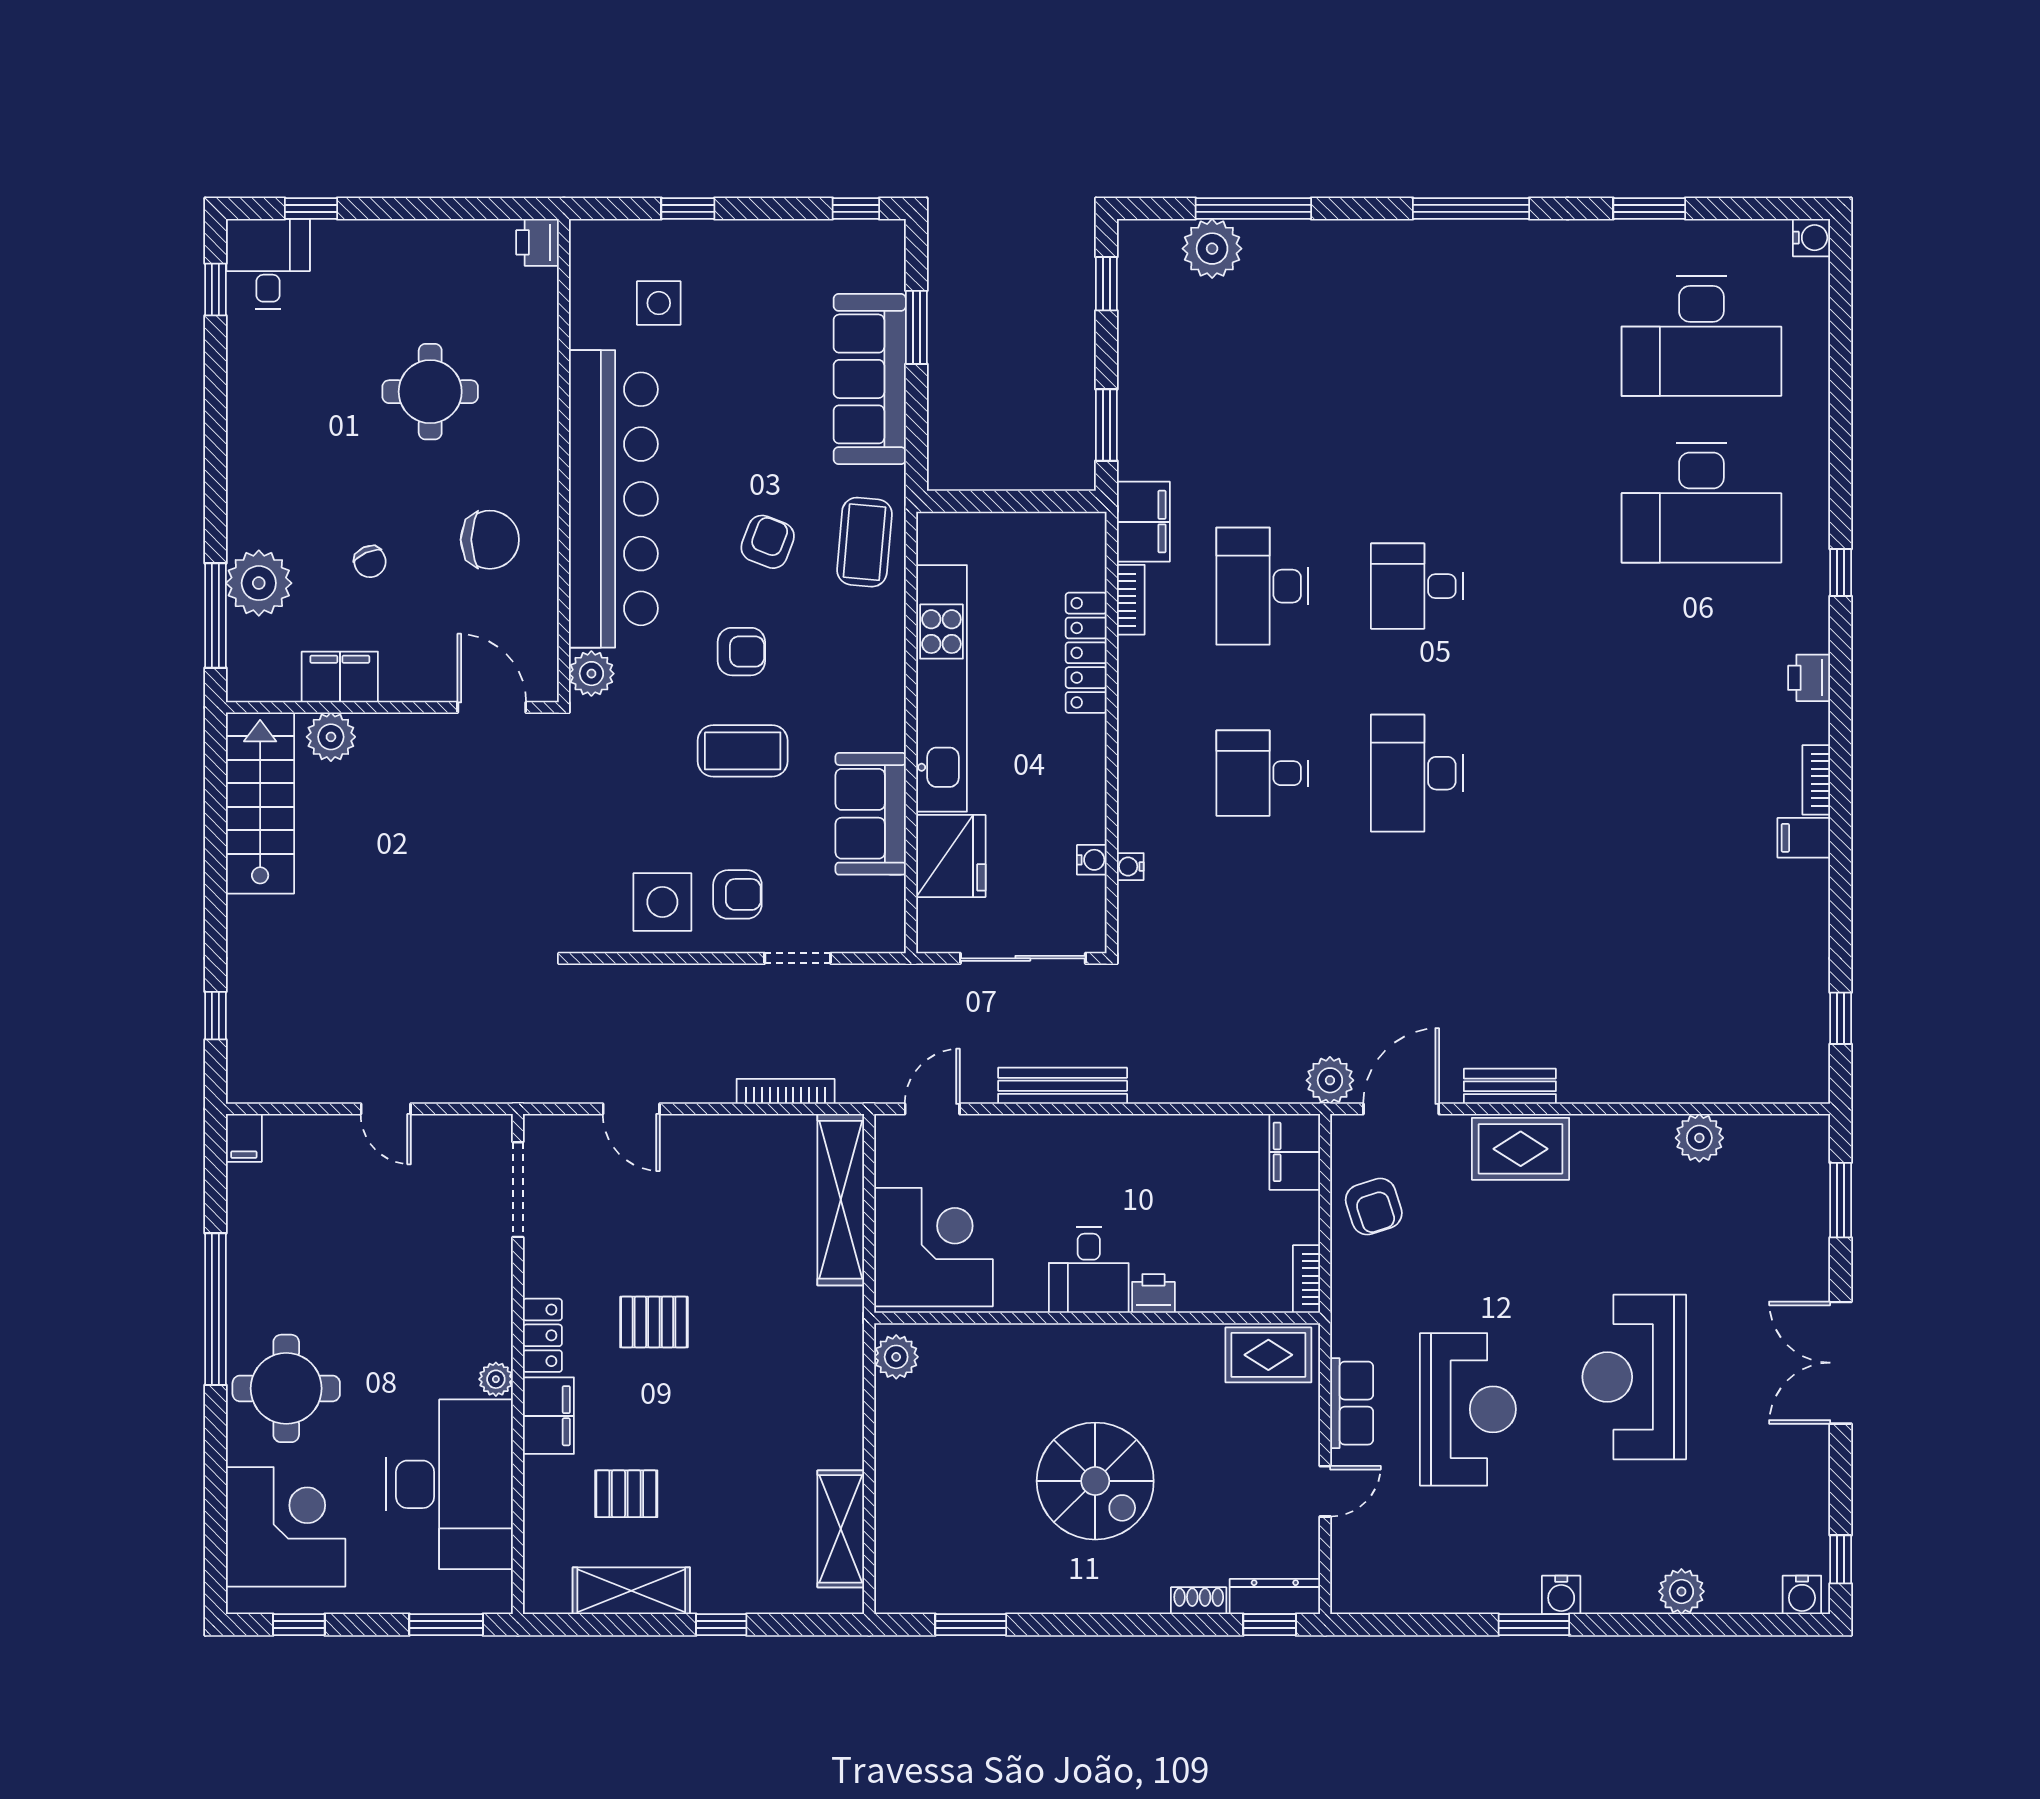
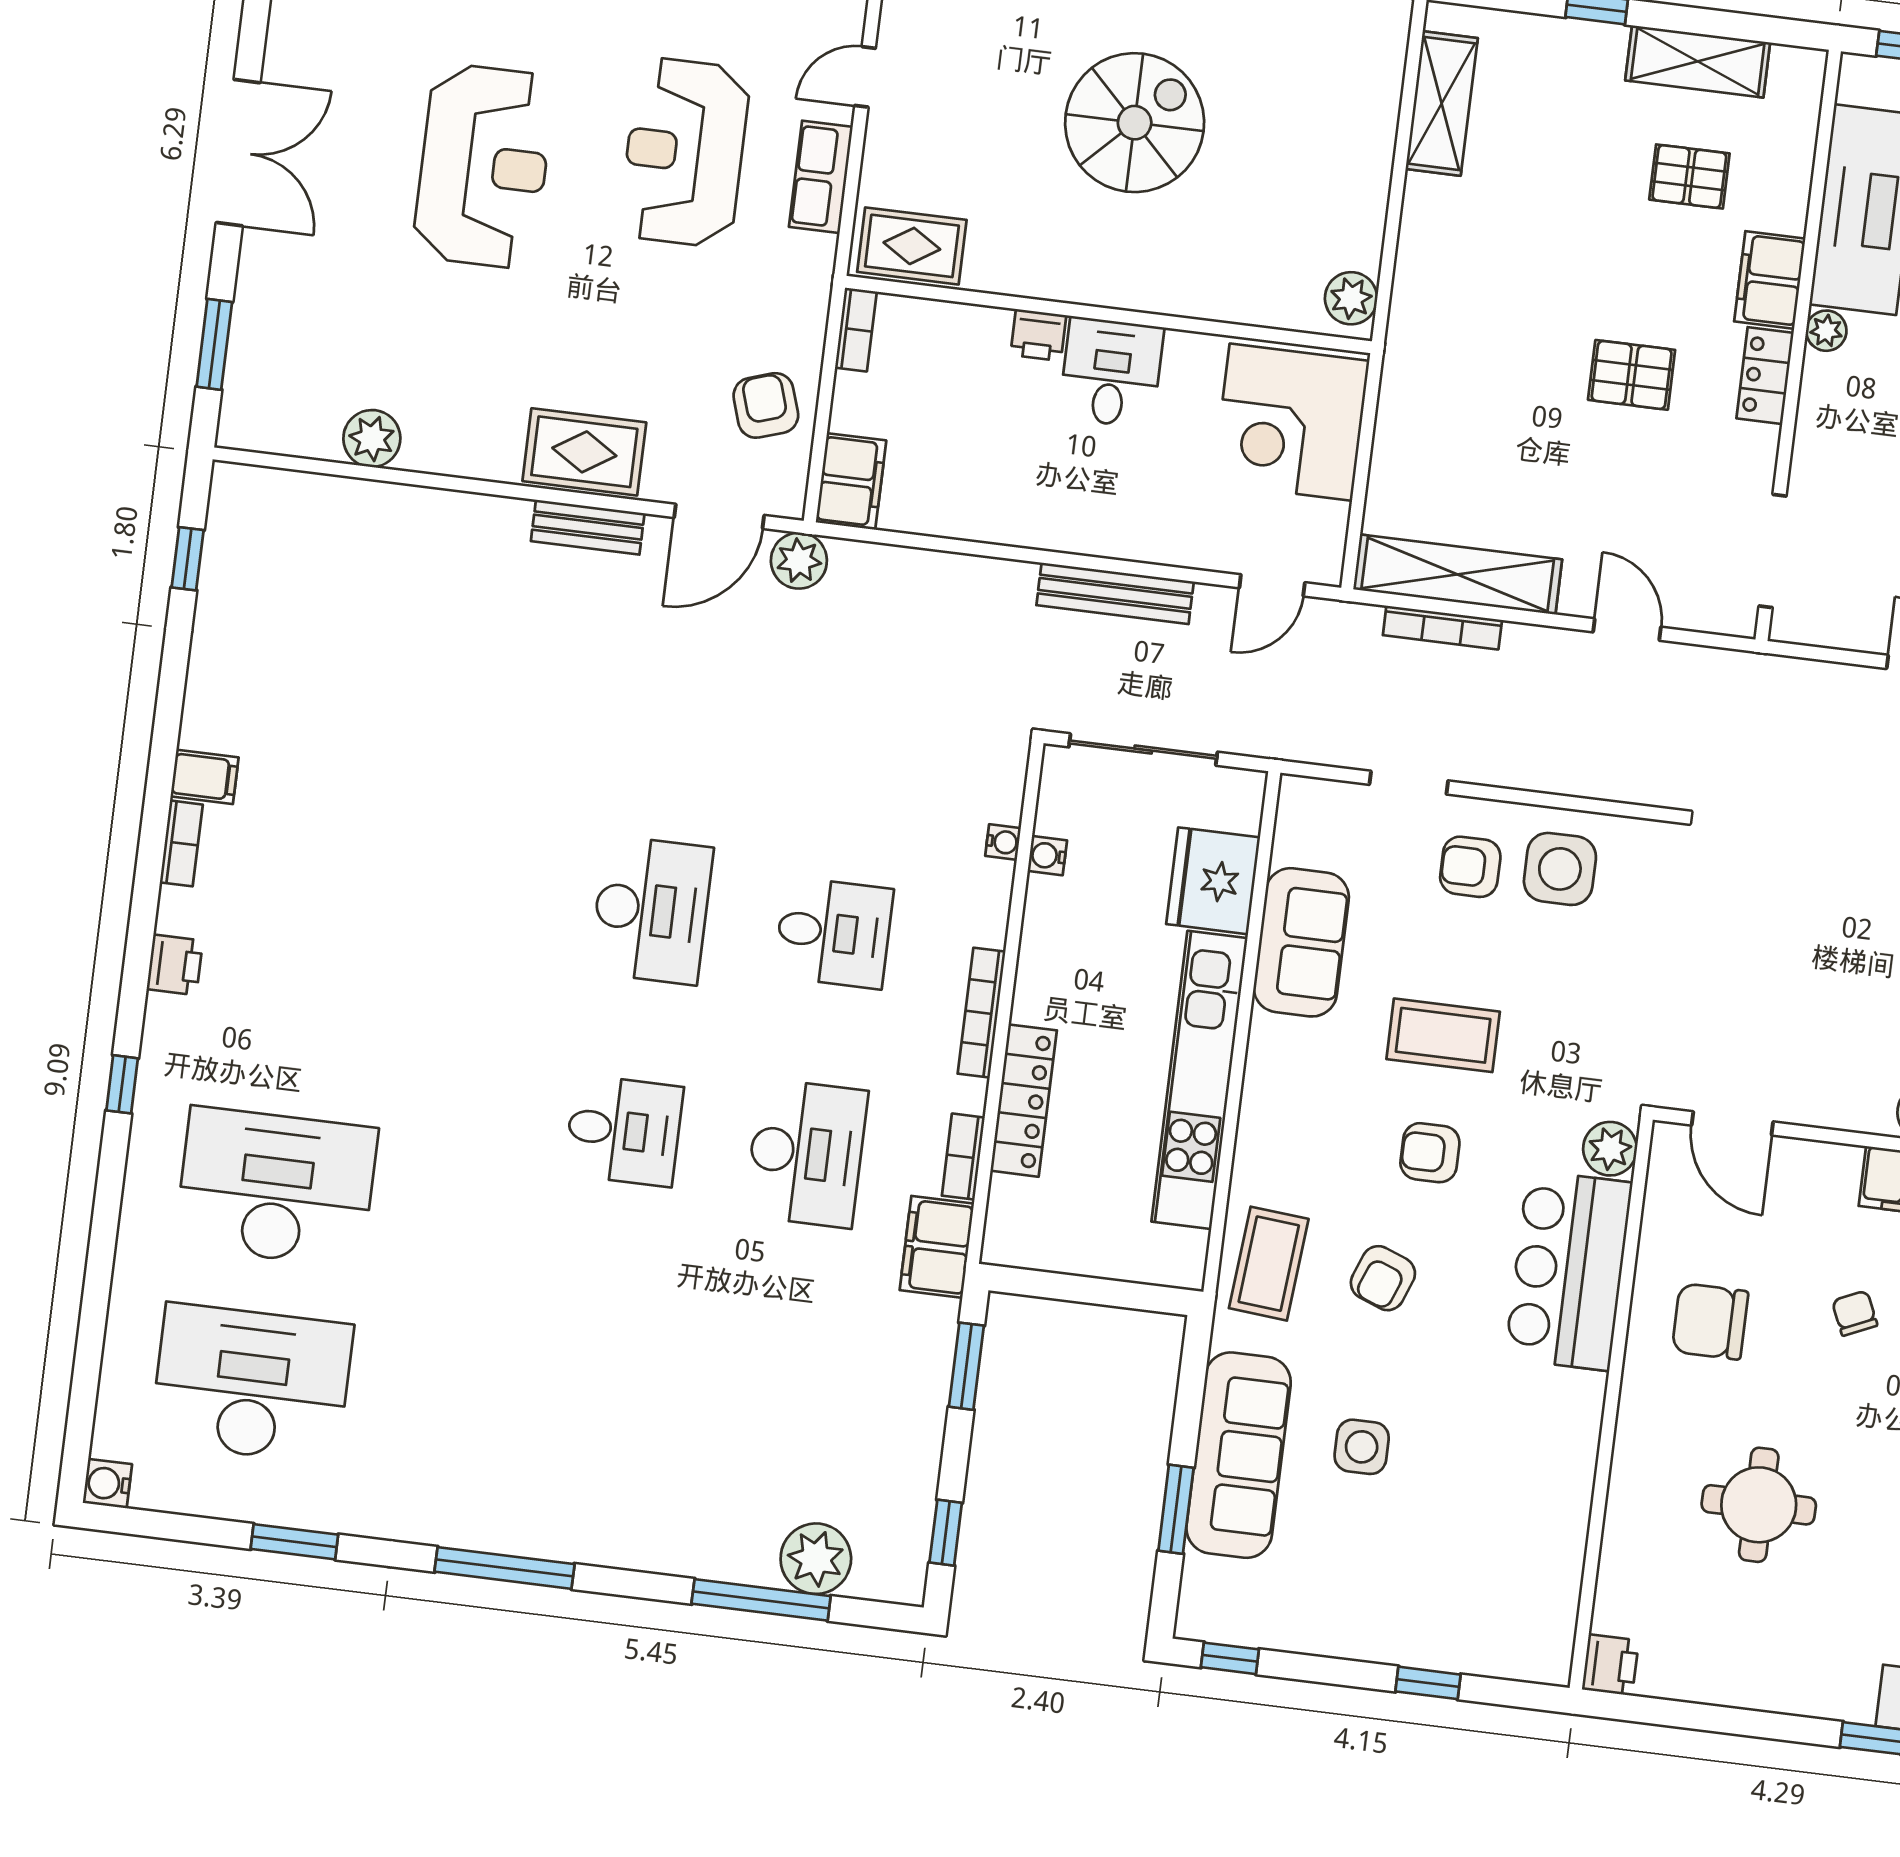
side table: (659, 303) -> (1362, 1447), moved
bar counter: (613, 499) -> (1569, 1270), width x0.54
bookcase: (1130, 722) -> (982, 1013), added
shelving: (841, 1200) -> (1458, 574), moved, turned 90
spiral stairs: (1095, 1481) -> (1135, 123), turned 90

